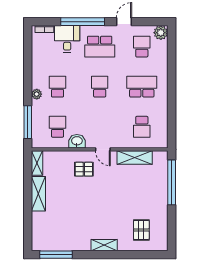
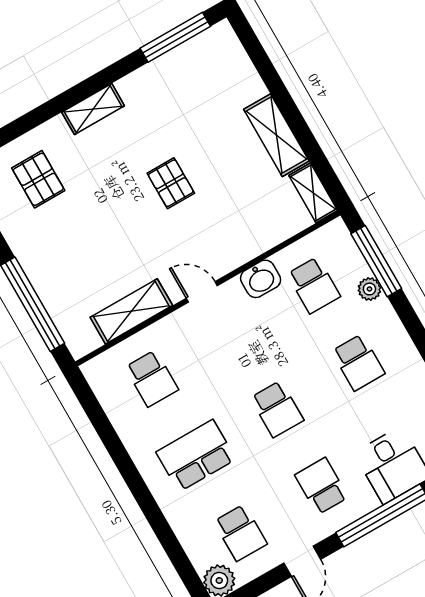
school desk: (100, 47) -> (321, 486), width x0.54
school desk: (142, 87) -> (196, 456), turned 180
plant: (37, 94) -> (369, 289), moved
school desk: (142, 127) -> (152, 378), turned 180
pallet: (84, 169) -> (171, 183), moved, turned 90

